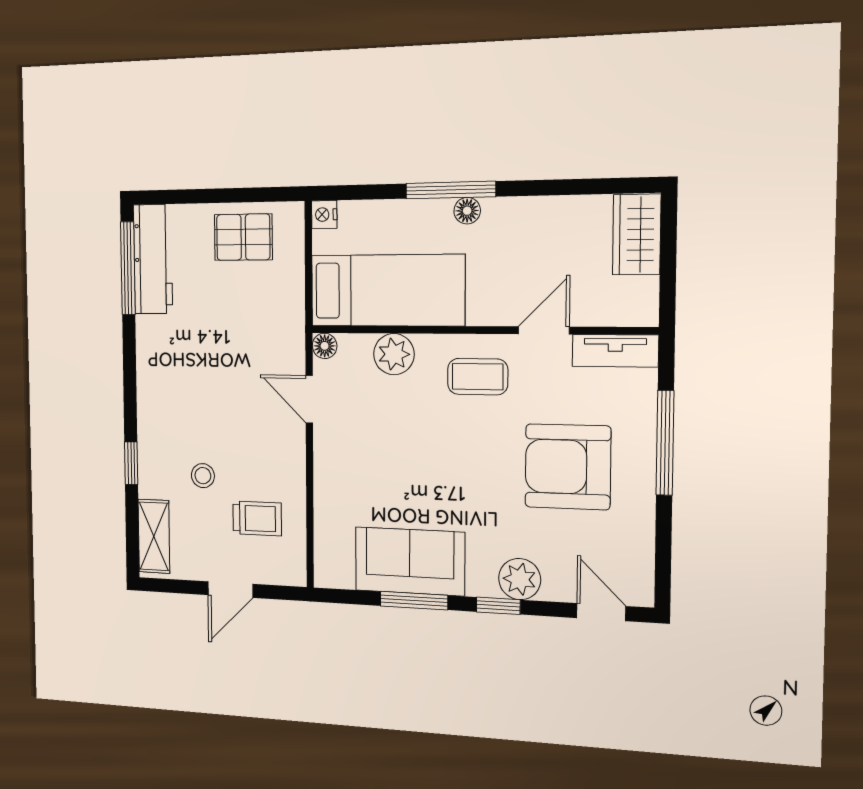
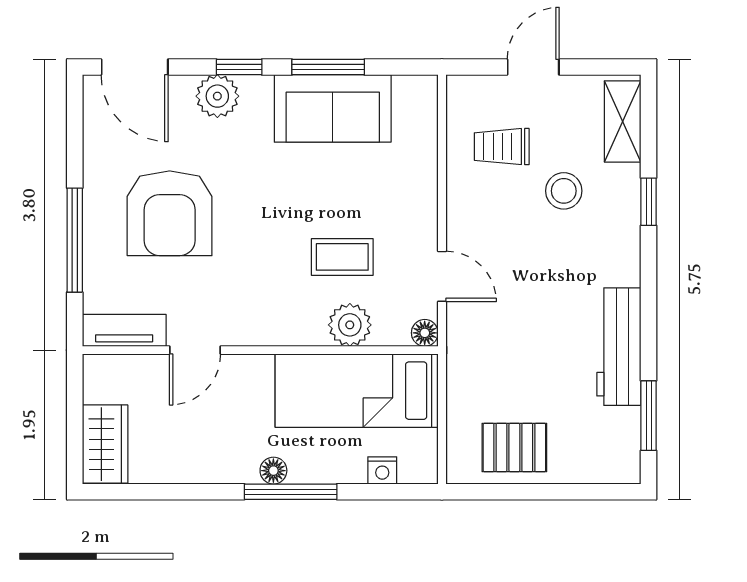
nightstand: (324, 215) -> (382, 470), moved, turned 90
workbench: (153, 259) -> (619, 347), moved
window: (128, 268) -> (649, 416), width x0.69
coffee table: (478, 377) -> (342, 257), moved
armchair: (568, 467) -> (170, 213), turned 90
stool: (203, 476) -> (564, 191), width x1.37, depth x1.37
door: (601, 612) -> (135, 67), width x1.38

